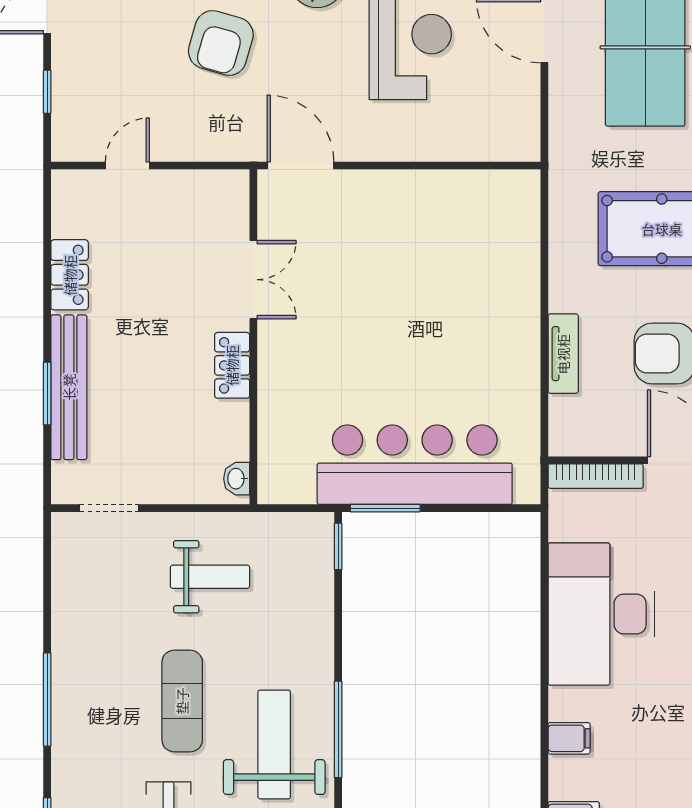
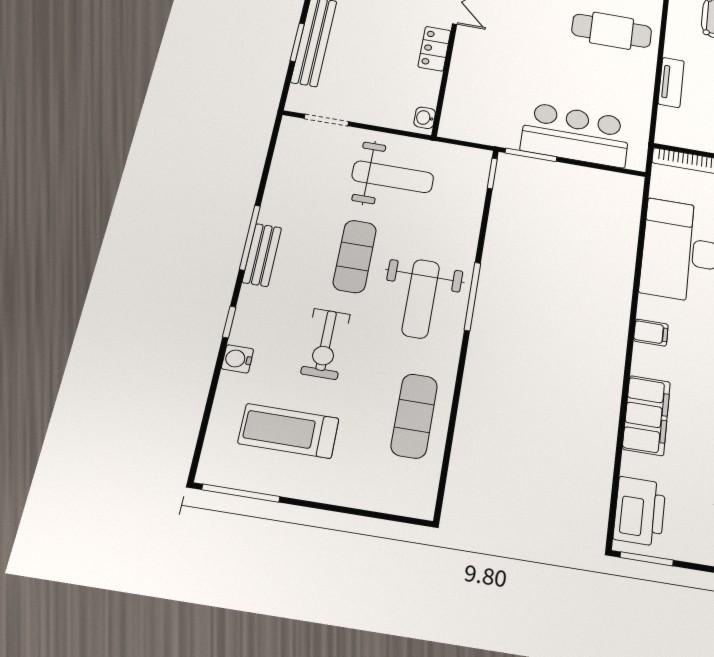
cafe table: (472, 284) -> (612, 31), added
bar counter: (415, 465) -> (575, 135), width x0.73
weight bench: (210, 577) -> (393, 177), width x1.36, depth x1.33
bench: (67, 721) -> (262, 255), added
weight bench: (274, 744) -> (421, 299), turned 180

